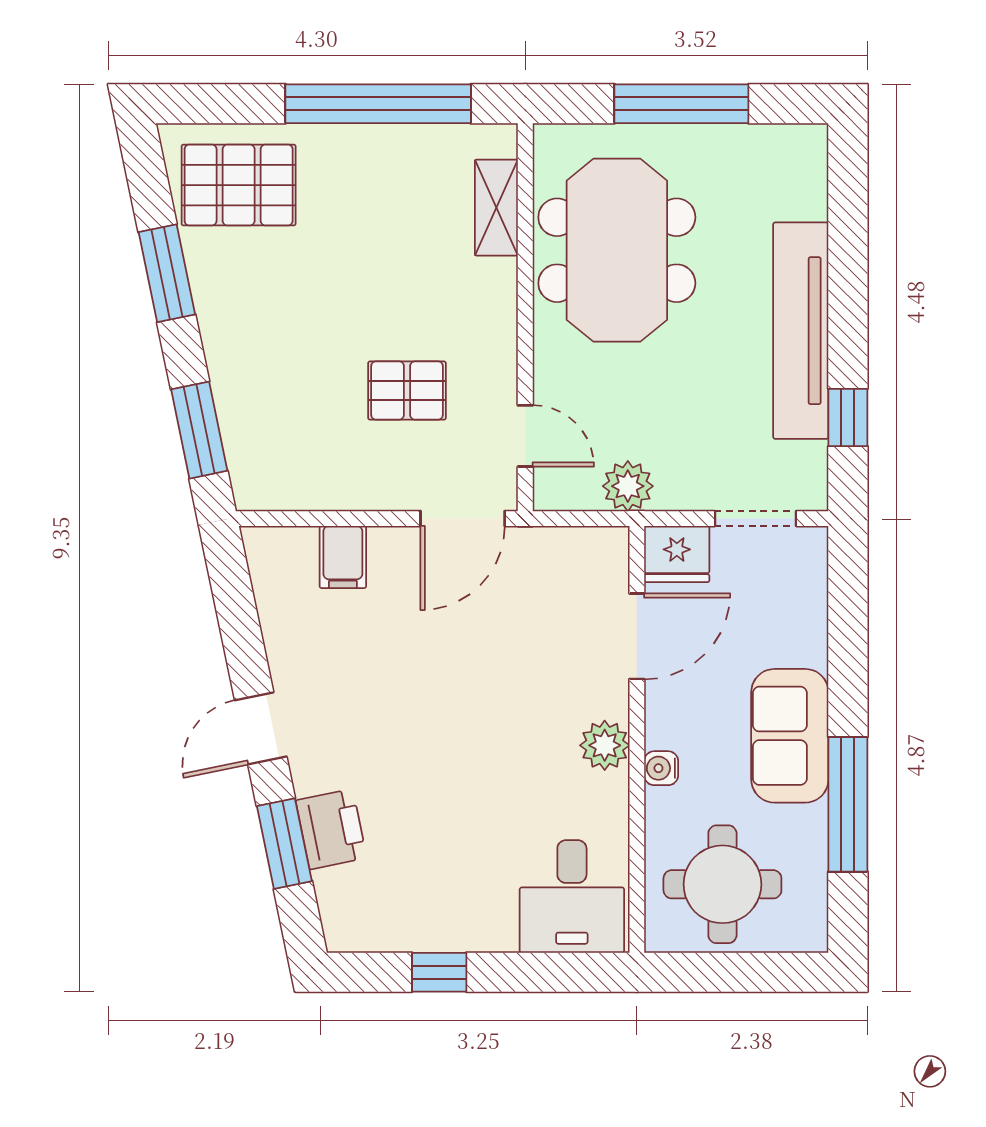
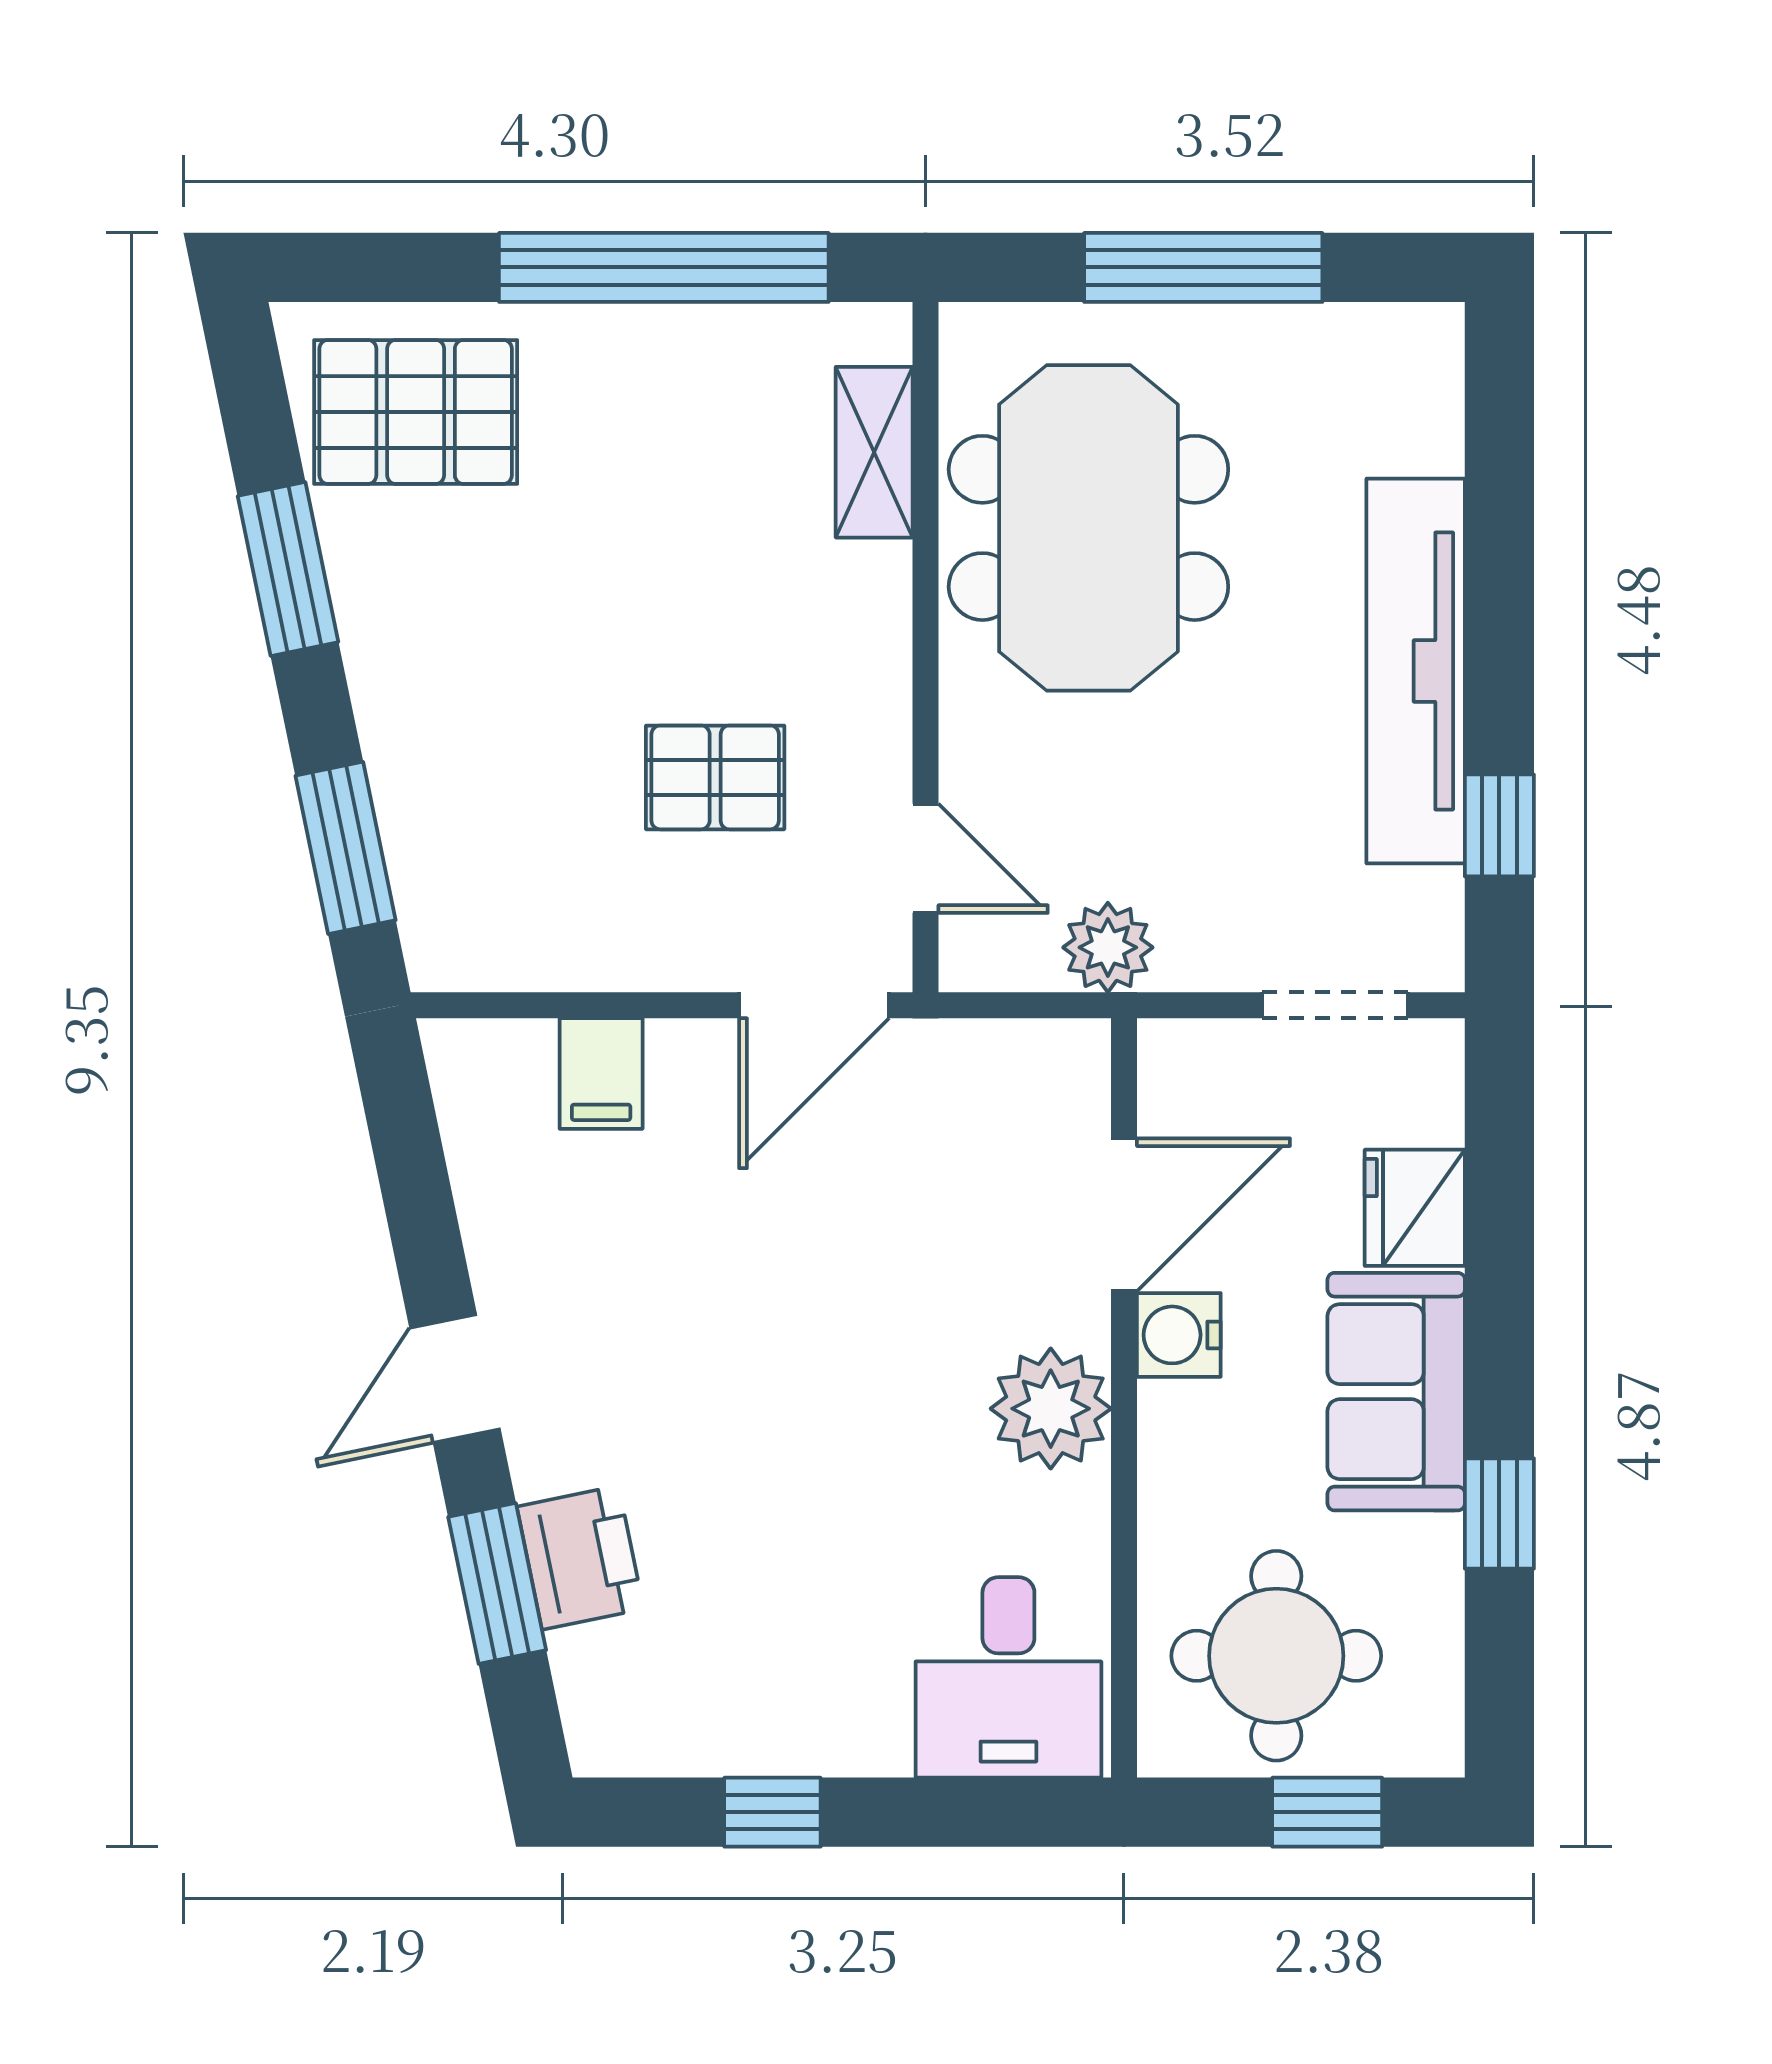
fridge: (677, 554) -> (1415, 1208), moved, turned 90
plant: (605, 745) -> (1051, 1409), width x1.36, depth x1.36
water cooler: (661, 768) -> (1179, 1335), moved, width x1.38, depth x1.38
window: (848, 804) -> (1499, 1514), width x0.46
window: (751, 972) -> (1327, 1812), added

